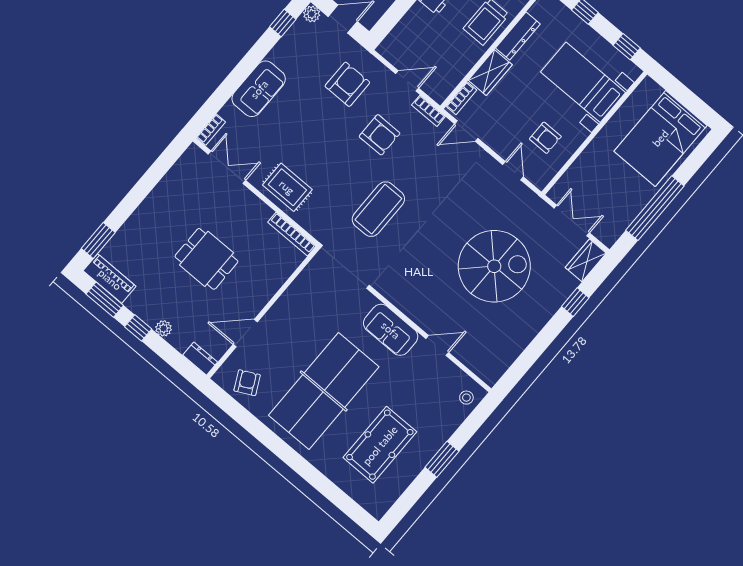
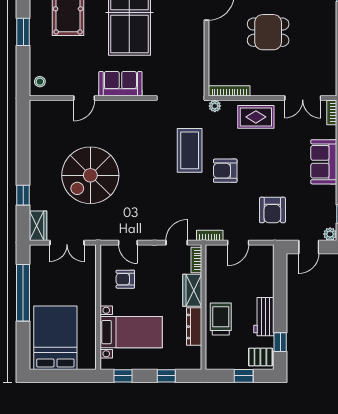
armchair: (380, 135) -> (225, 171), moved
plant: (318, 231) -> (215, 106), added

